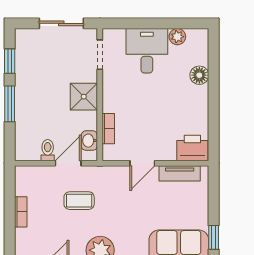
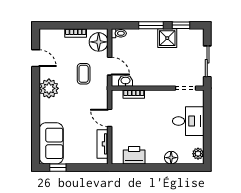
plant: (177, 37) -> (198, 154), moved
shower: (84, 97) -> (167, 38), moved
printer: (192, 148) -> (134, 155), moved, turned -90
toilet: (48, 150) -> (119, 33), moved
floor lamp: (34, 179) -> (99, 42), added

